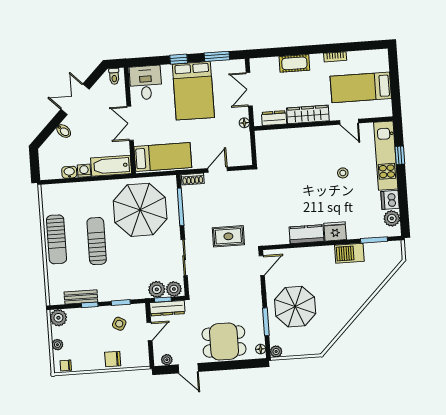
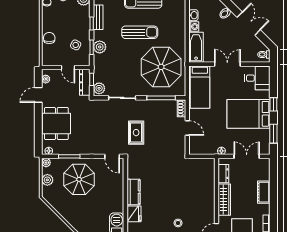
plant: (157, 289) -> (100, 47), moved
plant: (299, 348) -> (47, 180), added

